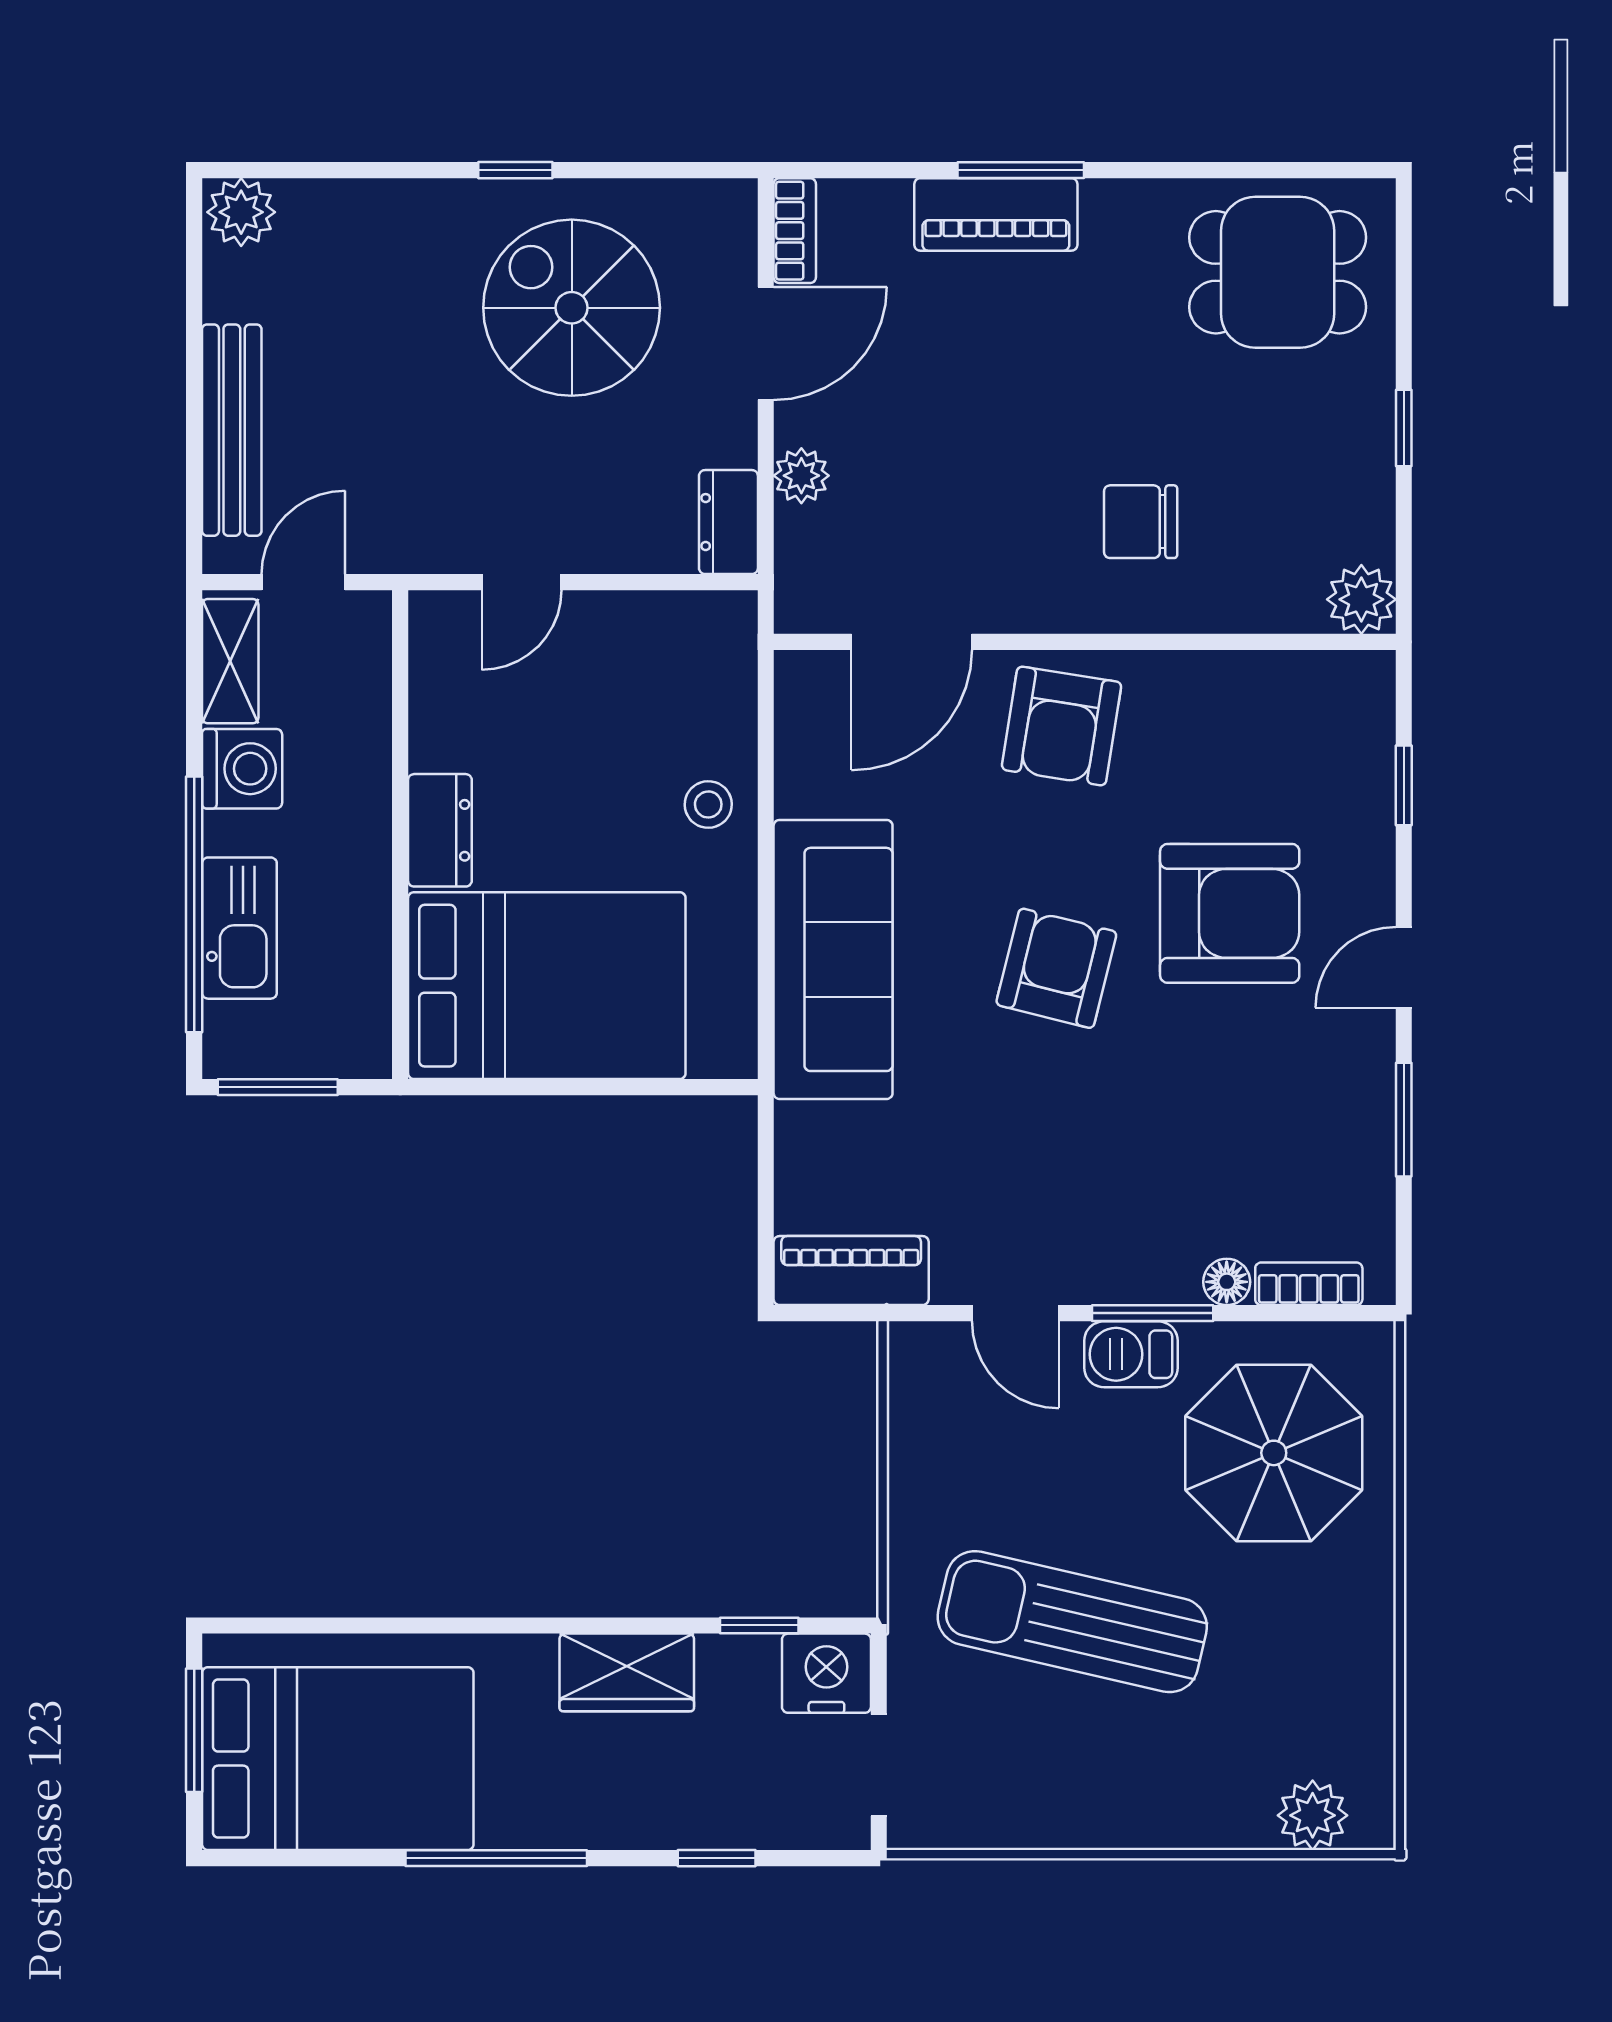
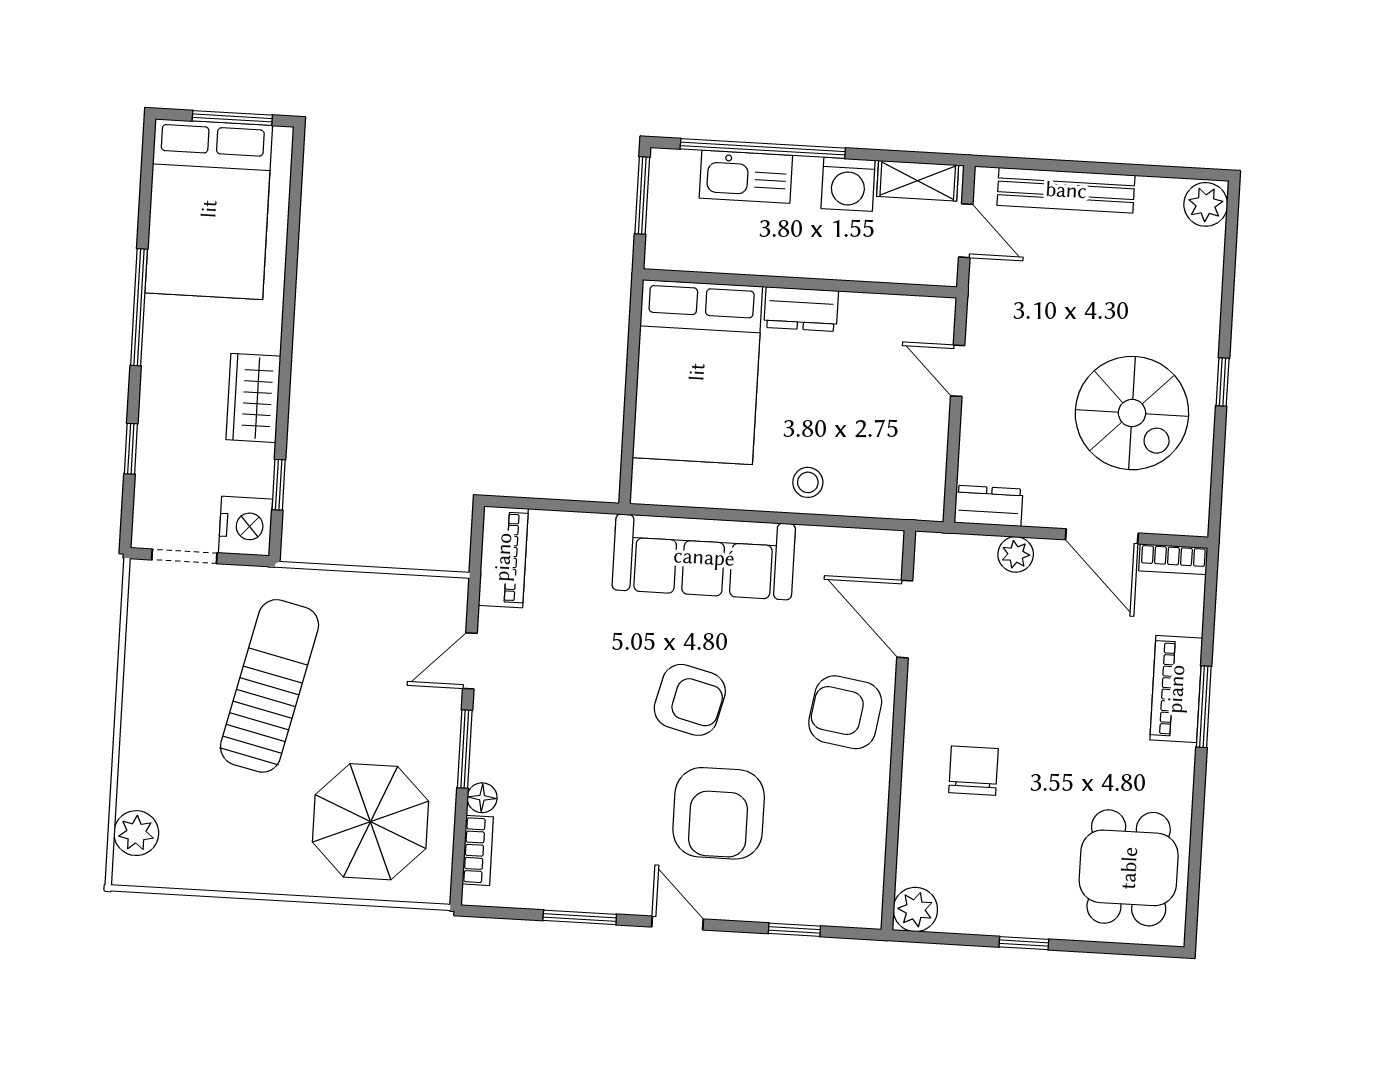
spiral stairs: (572, 308) -> (1132, 413), turned 90
barbecue: (1131, 1354) -> (439, 734), removed

